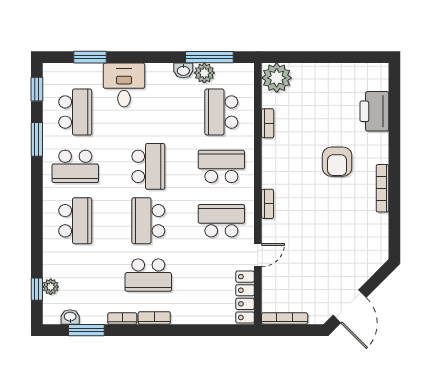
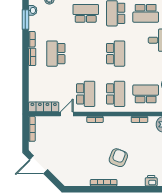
printer: (374, 111) -> (151, 181), width x0.53, depth x0.68
armchair: (337, 162) -> (118, 158), turned 111
school desk: (148, 166) -> (116, 54), turned -90
school desk: (75, 221) -> (86, 13), turned 180
school desk: (148, 221) -> (86, 54), removed
door: (258, 255) -> (67, 114), swing flipped

